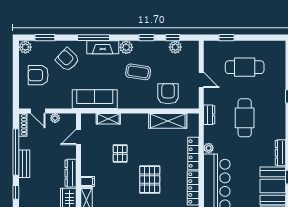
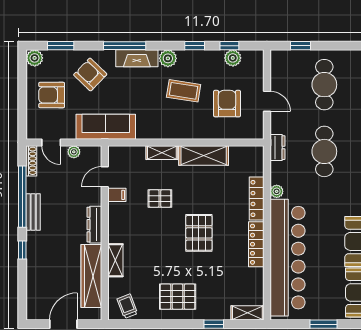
cafe table: (245, 67) -> (324, 85), turned 90
armchair: (168, 94) -> (227, 104), moved
sofa: (95, 99) -> (106, 127), moved
shelving: (108, 119) -> (162, 153), moved
shelving: (168, 121) -> (204, 155), moved
pallet: (120, 153) -> (160, 199), turned 90
filing cabinet: (88, 181) -> (117, 195), moved

